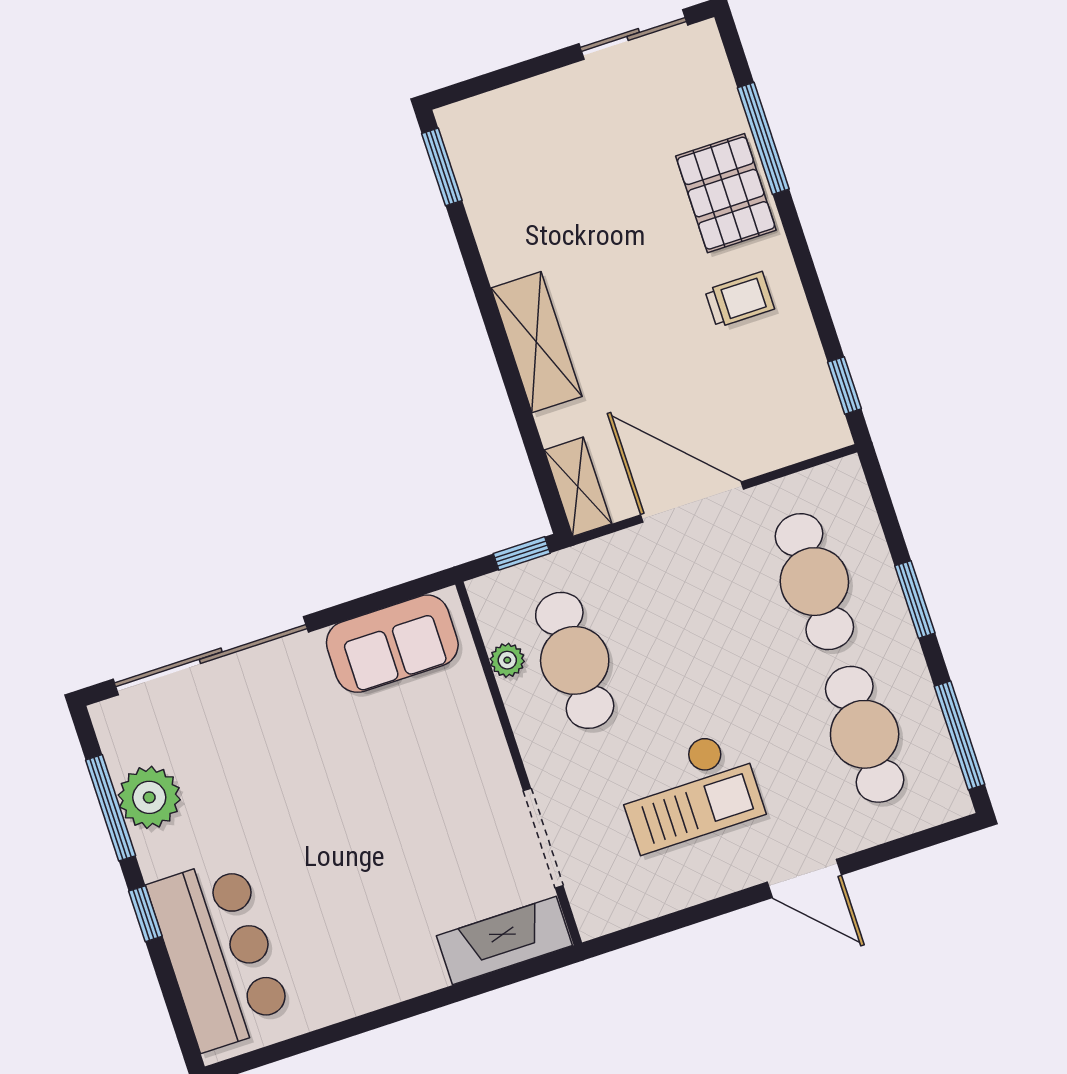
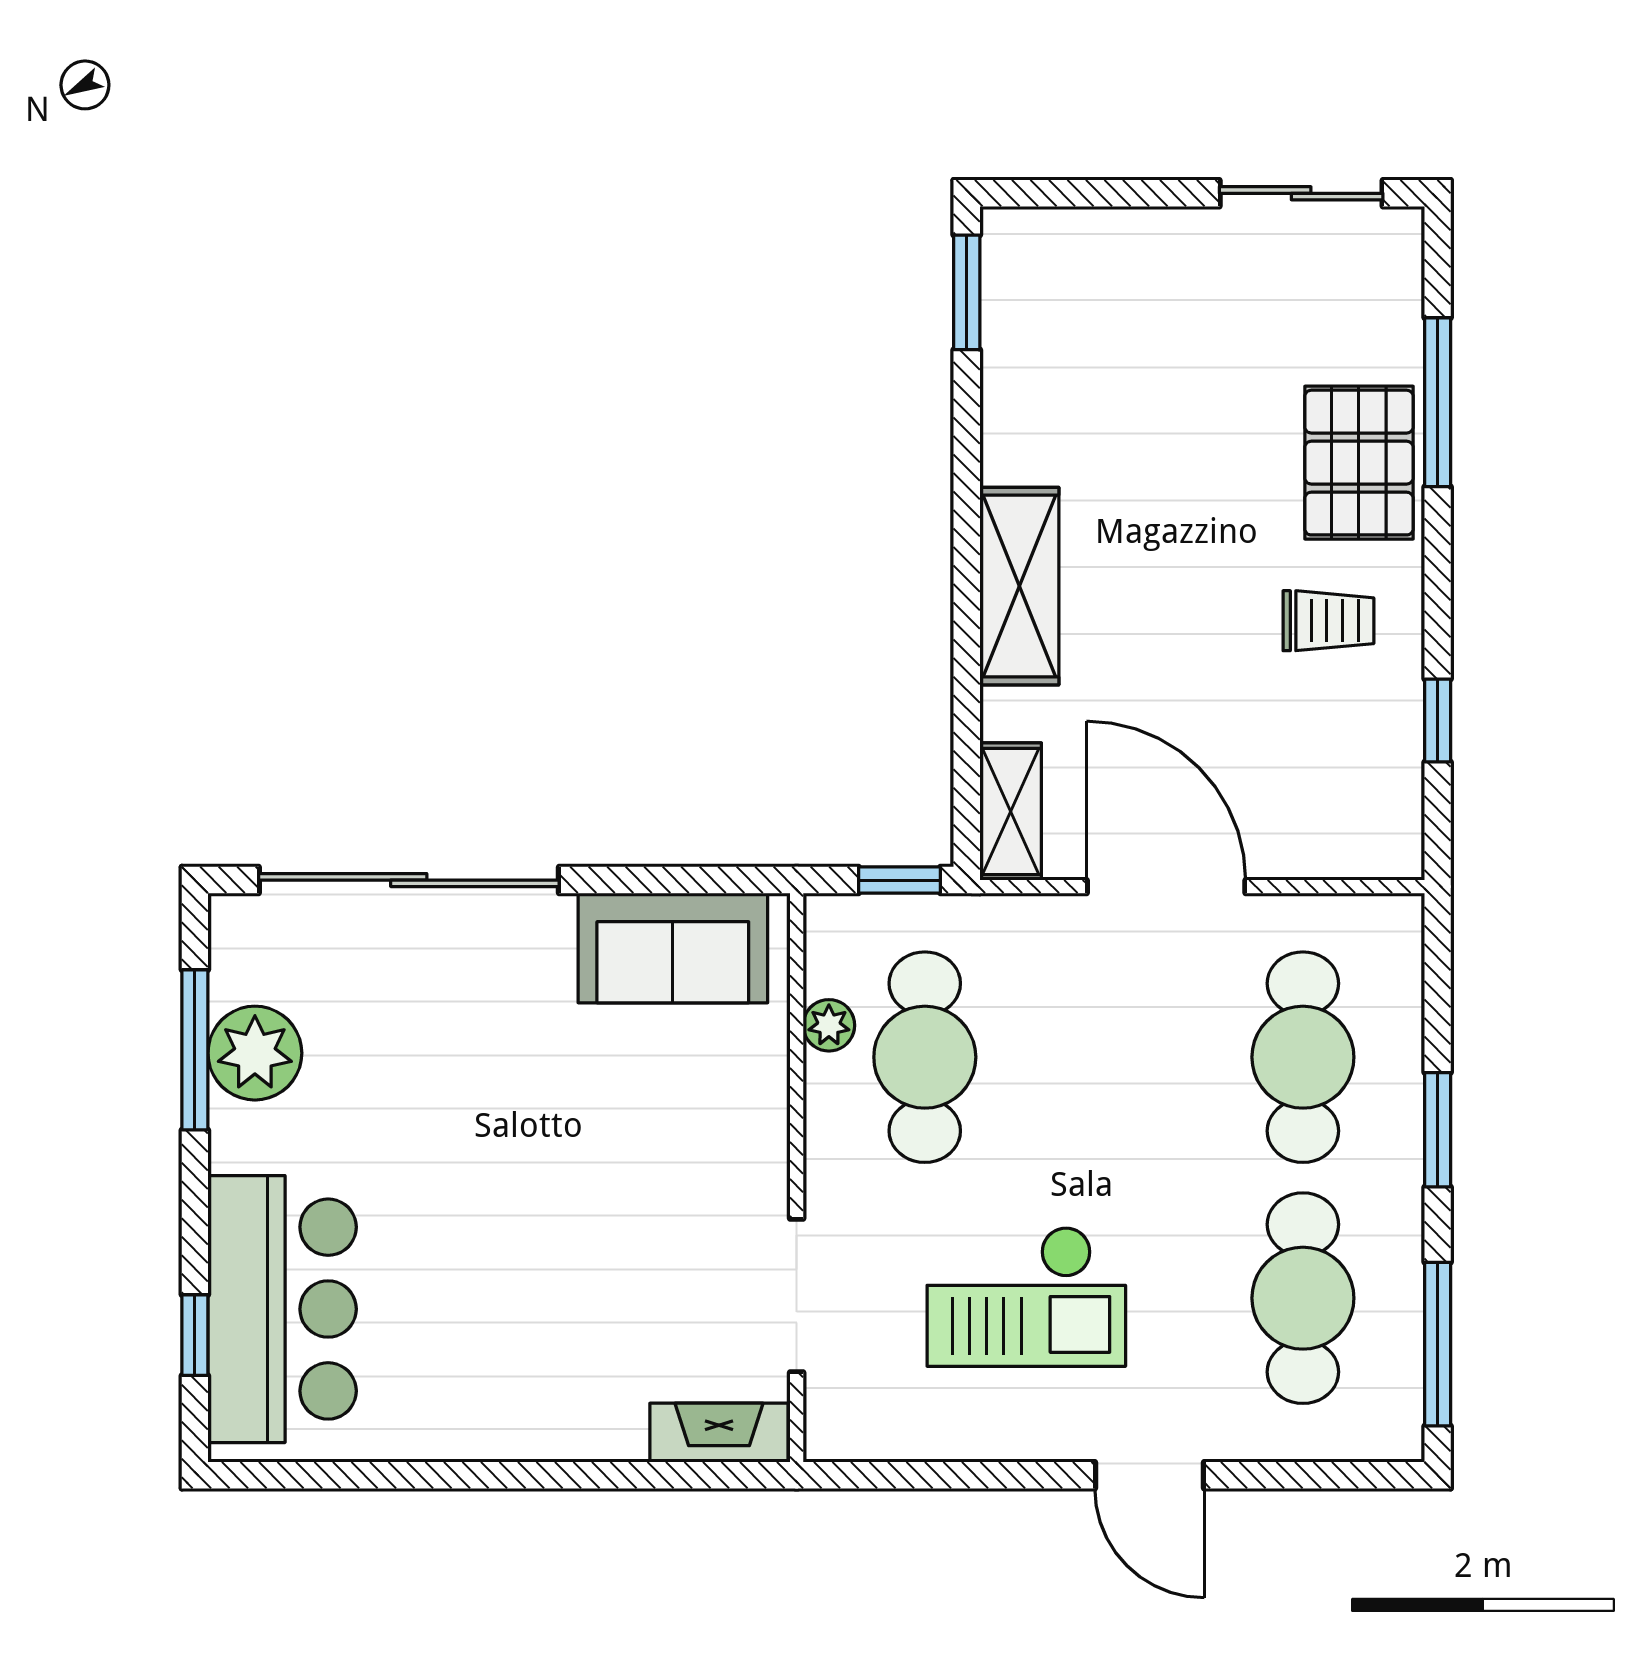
window: (844, 385) -> (1438, 721), moved
window: (145, 914) -> (195, 1335), moved
fireplace: (504, 941) -> (719, 1433), width x0.73, depth x0.76

